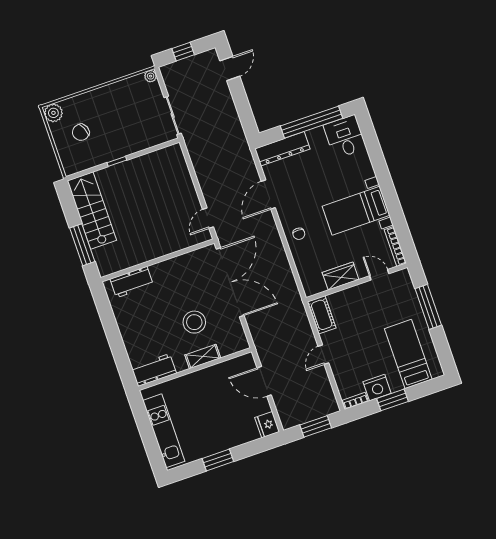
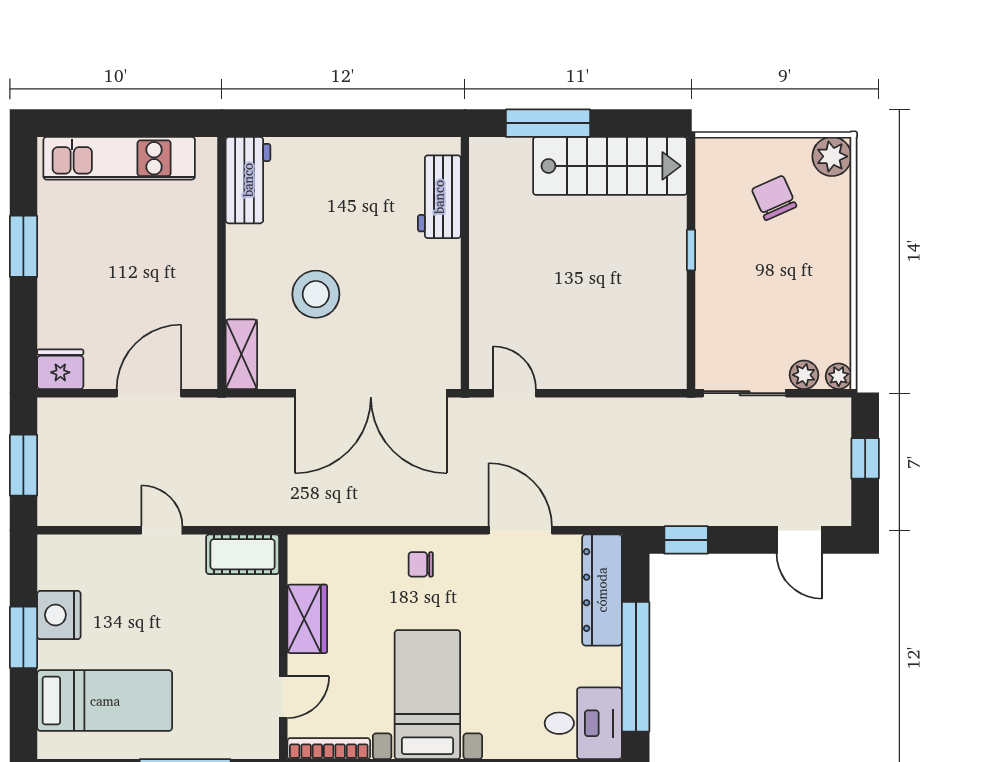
plant: (155, 92) -> (804, 375), added
window: (247, 119) -> (686, 540), added
shelving: (203, 356) -> (241, 354), moved
bookcase: (355, 401) -> (47, 562), removed

